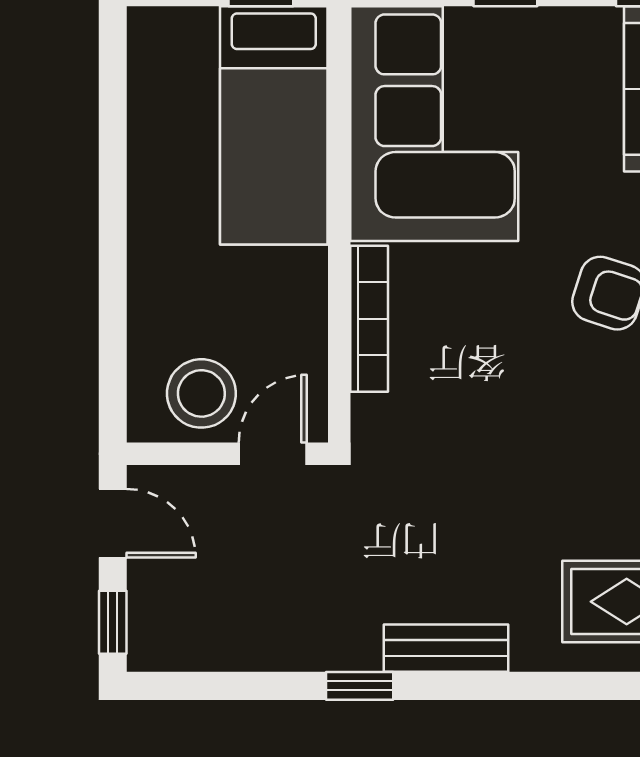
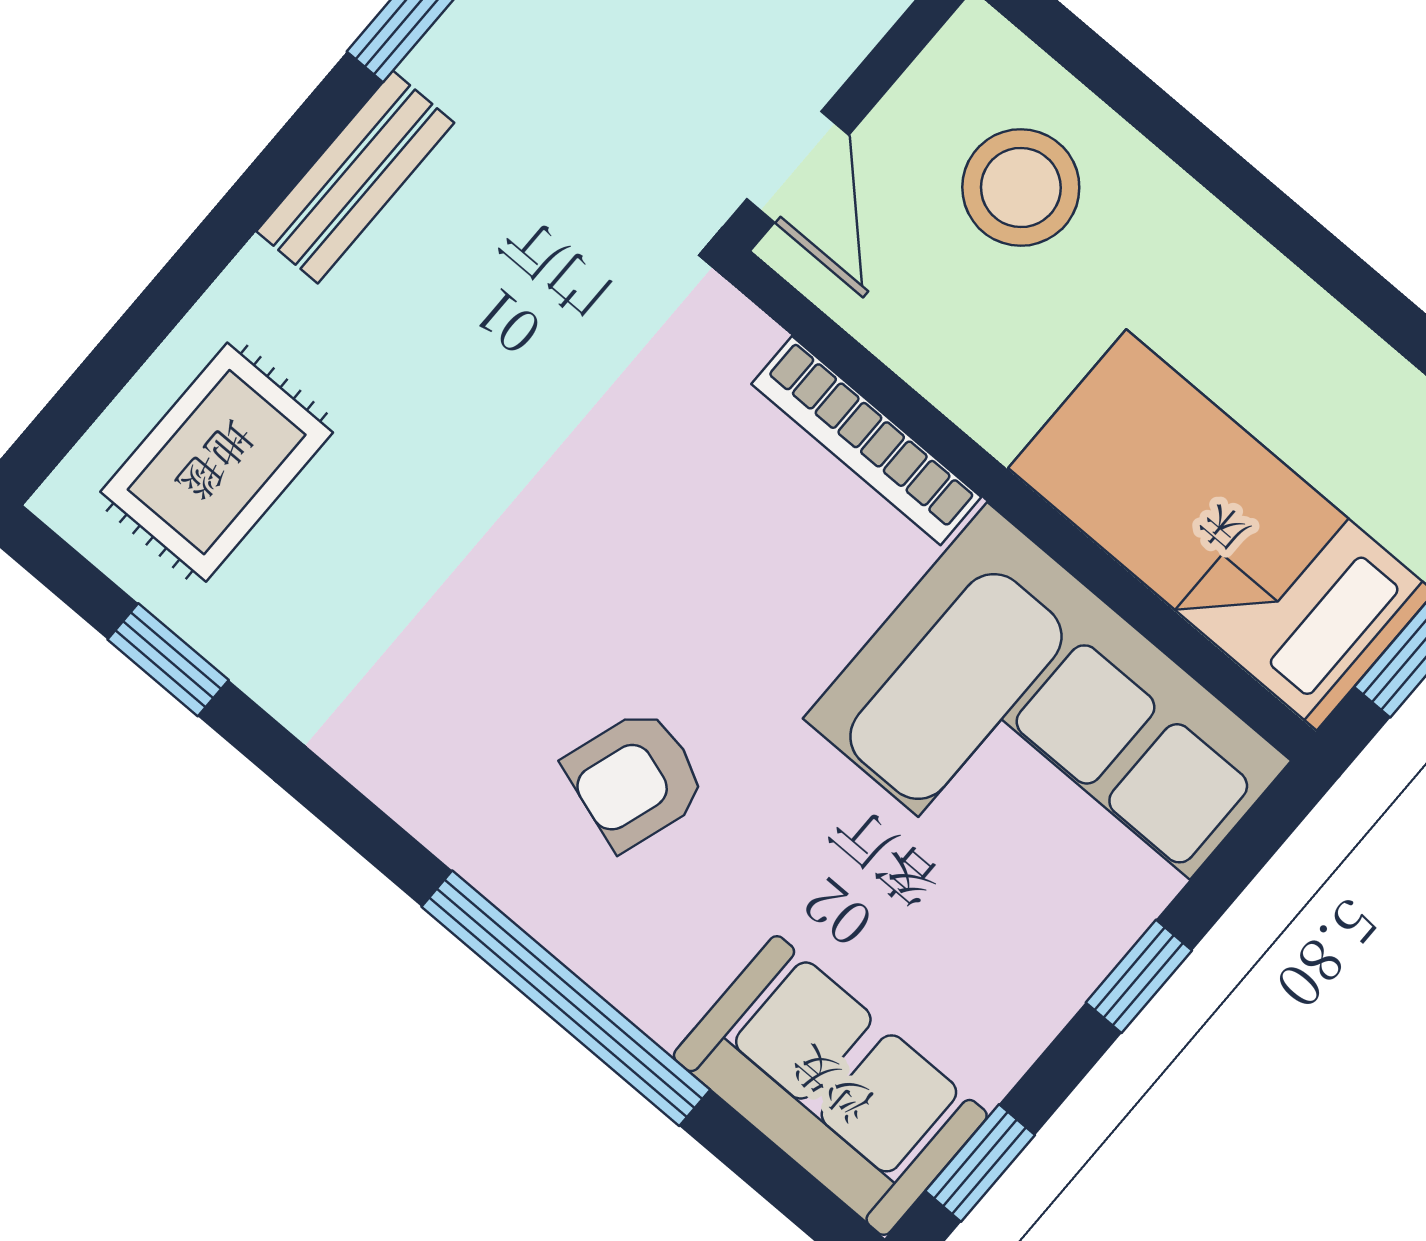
stool: (201, 393) -> (1021, 187), moved

